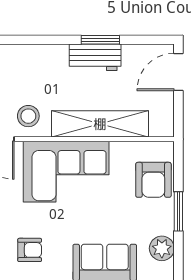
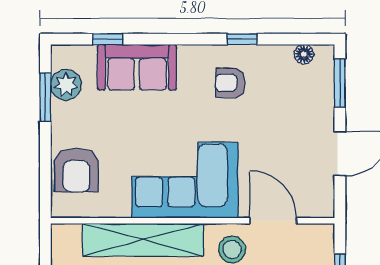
armchair: (153, 180) -> (76, 170), turned 180
window: (178, 211) -> (45, 97), moved

